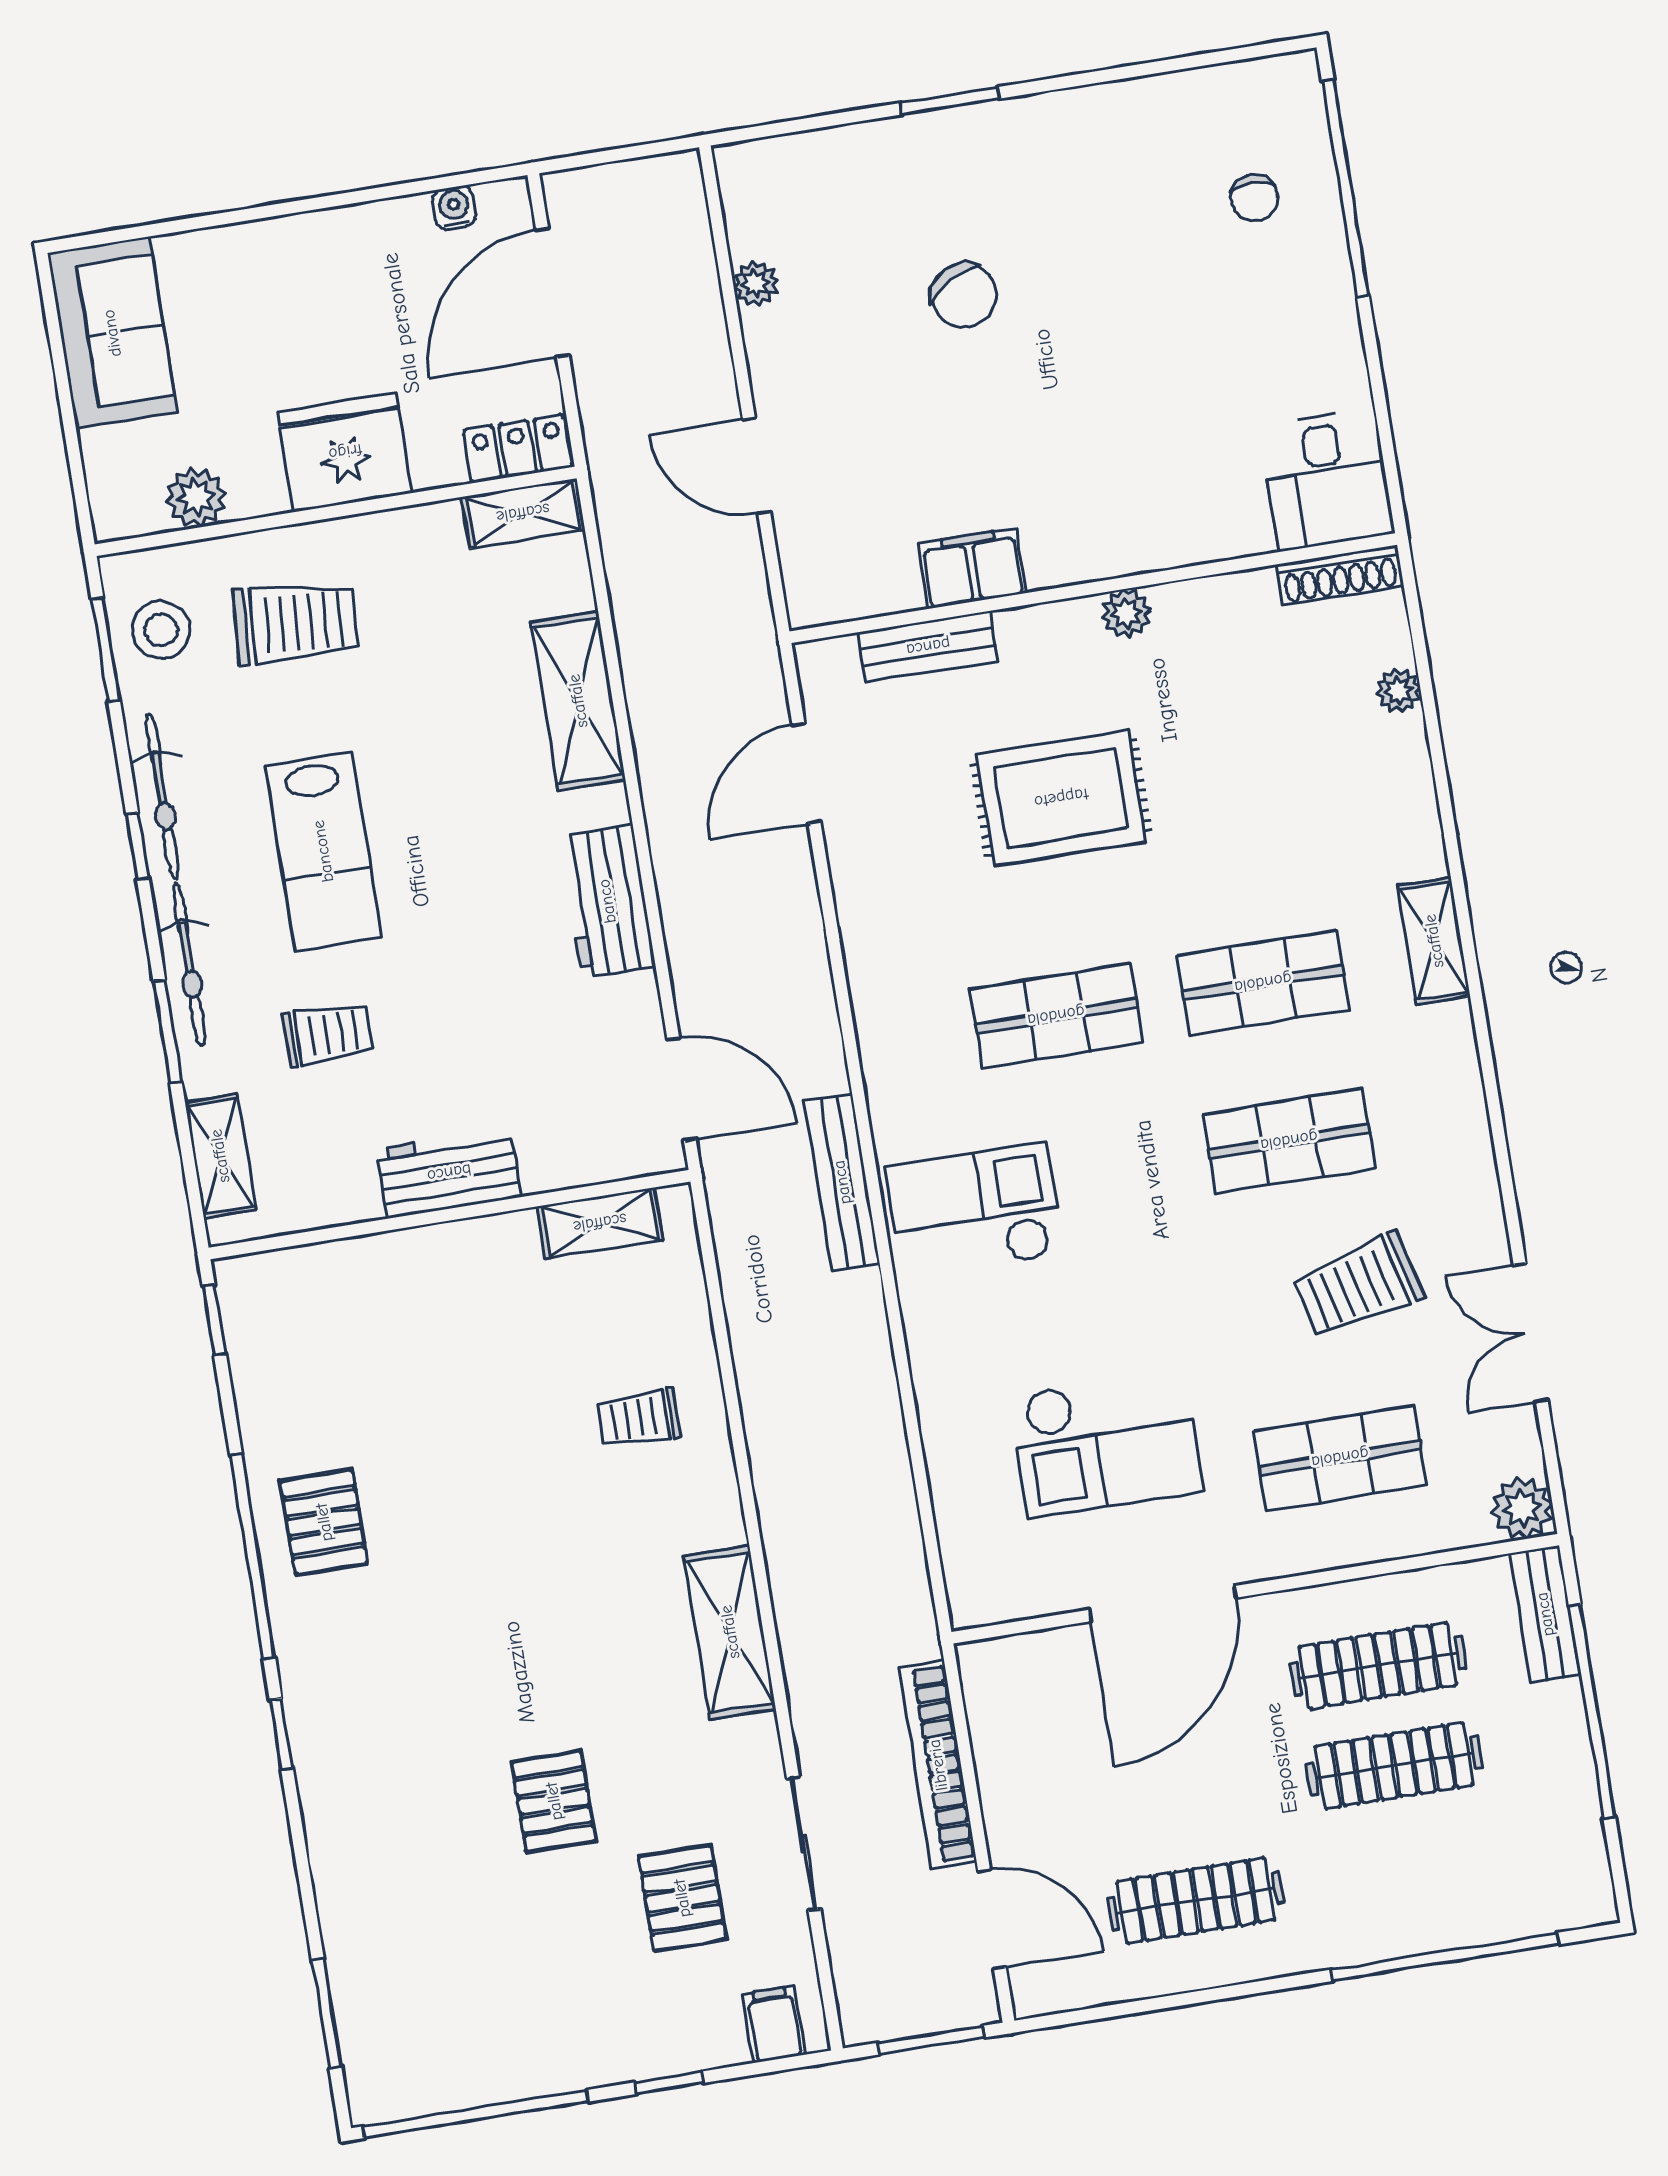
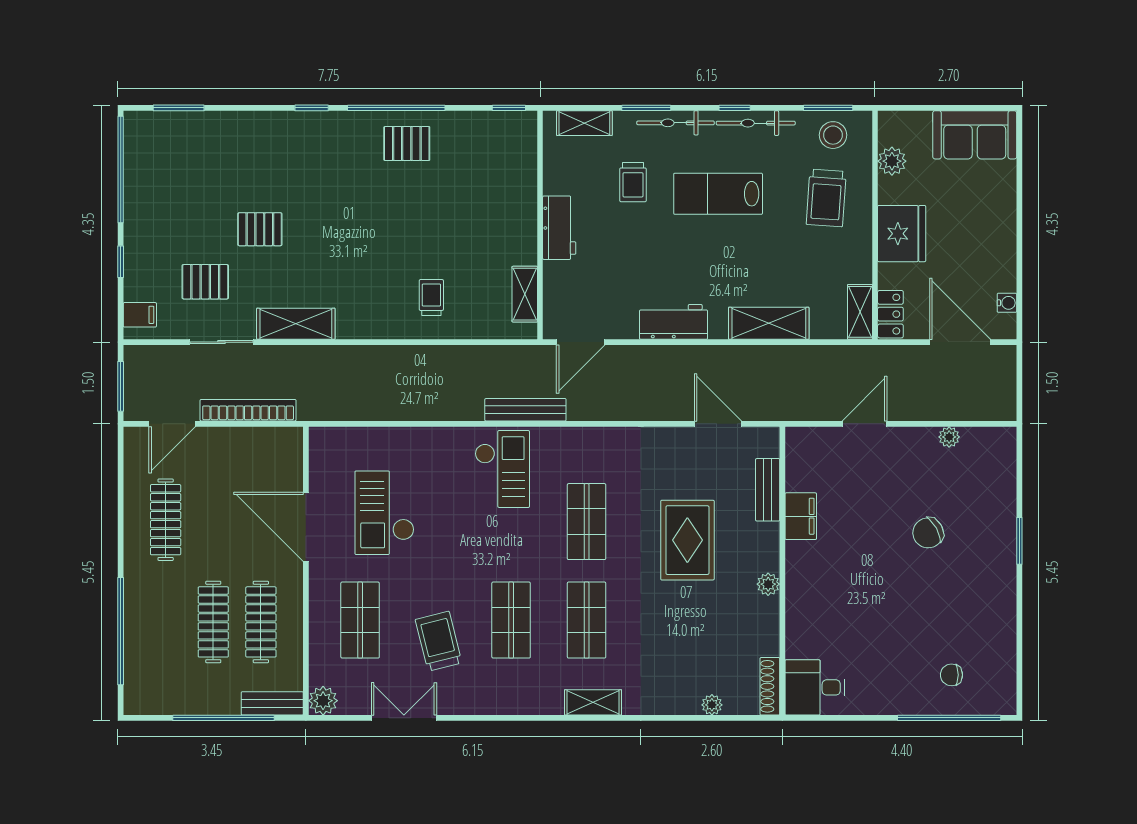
shelving: (730, 1632) -> (296, 324), moved

